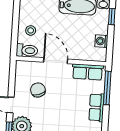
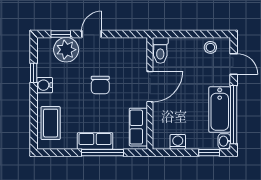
stool: (31, 30) -> (210, 47), moved
window: (107, 88) -> (102, 153), moved
chair: (38, 90) -> (100, 85), moved, turned 110

